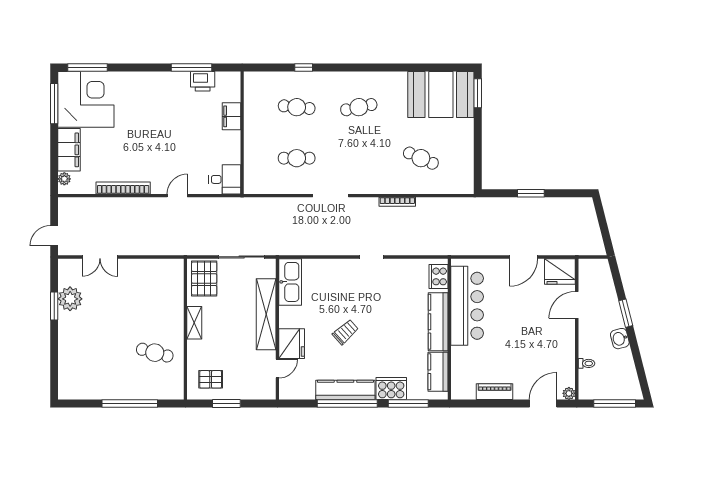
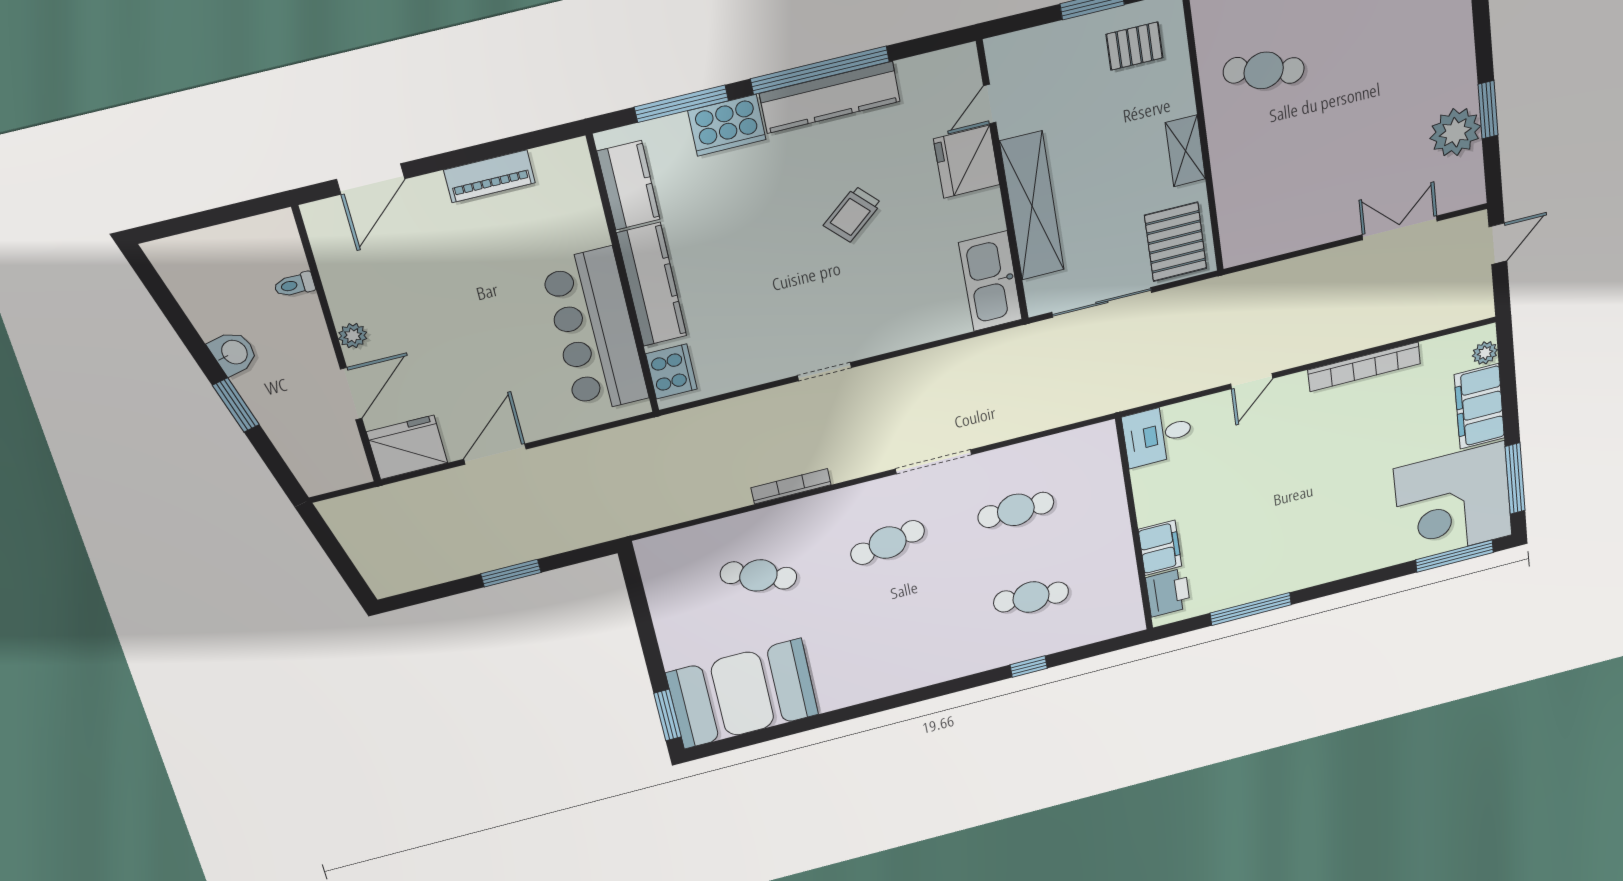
printer: (203, 81) -> (1168, 593), moved, turned 90
cafe table: (359, 107) -> (888, 543), moved
plant: (569, 393) -> (353, 336), moved
window: (615, 404) -> (204, 219), removed

